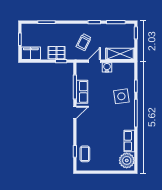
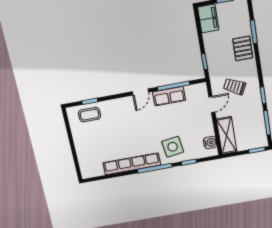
pallet: (57, 53) -> (243, 48), moved
door: (94, 61) -> (212, 105), hinge flipped
water cooler: (107, 67) -> (210, 143), moved
door: (75, 112) -> (140, 92), hinge flipped
row of seats: (129, 141) -> (132, 164), width x2.02
plant: (127, 160) -> (93, 168), removed

